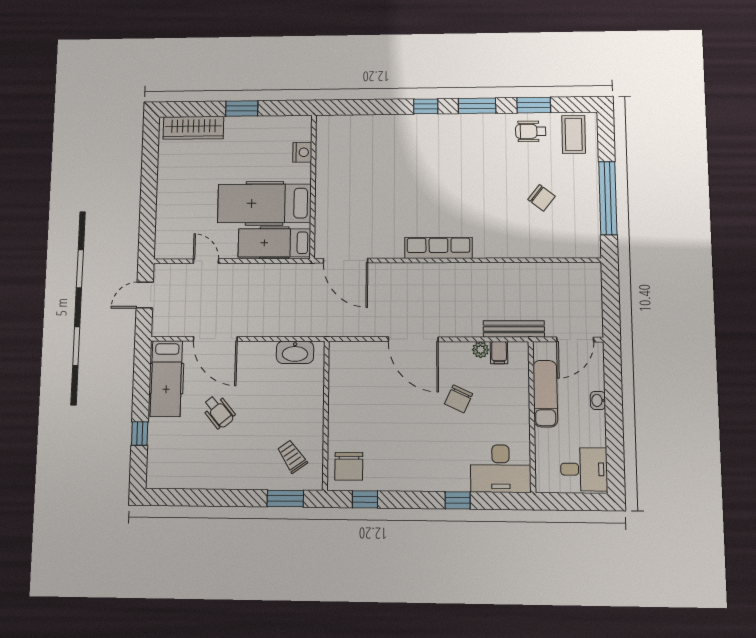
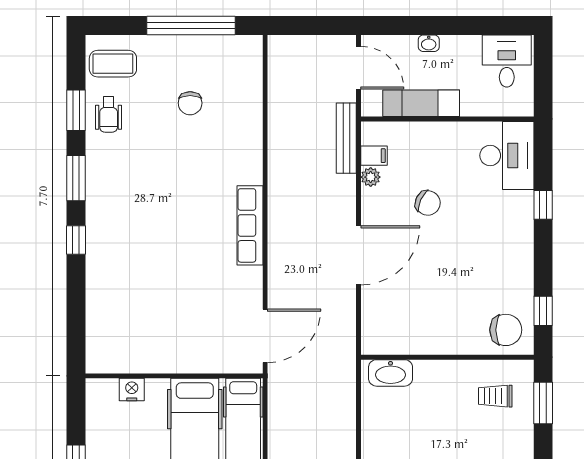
chair: (541, 198) -> (190, 103), turned 142
washbasin: (295, 352) -> (391, 373), moved, turned 90
trolley: (292, 456) -> (495, 396), turned 35

